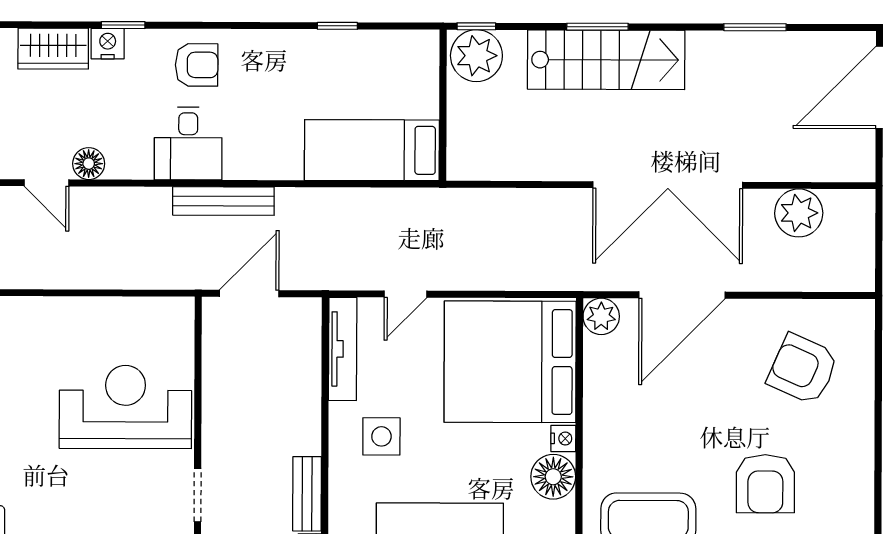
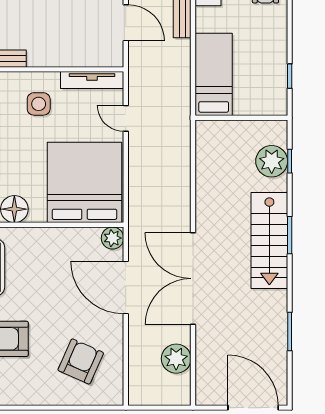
wall: (443, 105) -> (241, 118), moved
bed: (372, 150) -> (214, 74), moved
nightstand: (563, 439) -> (38, 215), removed

